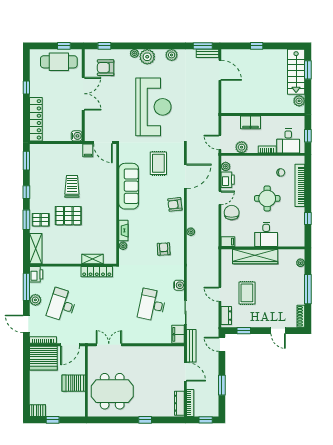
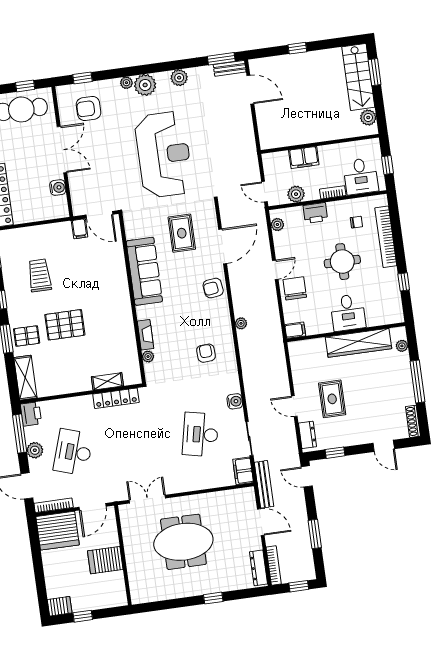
water cooler: (77, 136) -> (58, 188), moved
printer: (228, 180) -> (315, 213), moved, turned 90
trolley: (72, 186) -> (40, 275), moved
wardrobe: (255, 257) -> (358, 343), moved
meeting table: (112, 391) -> (183, 542), moved

